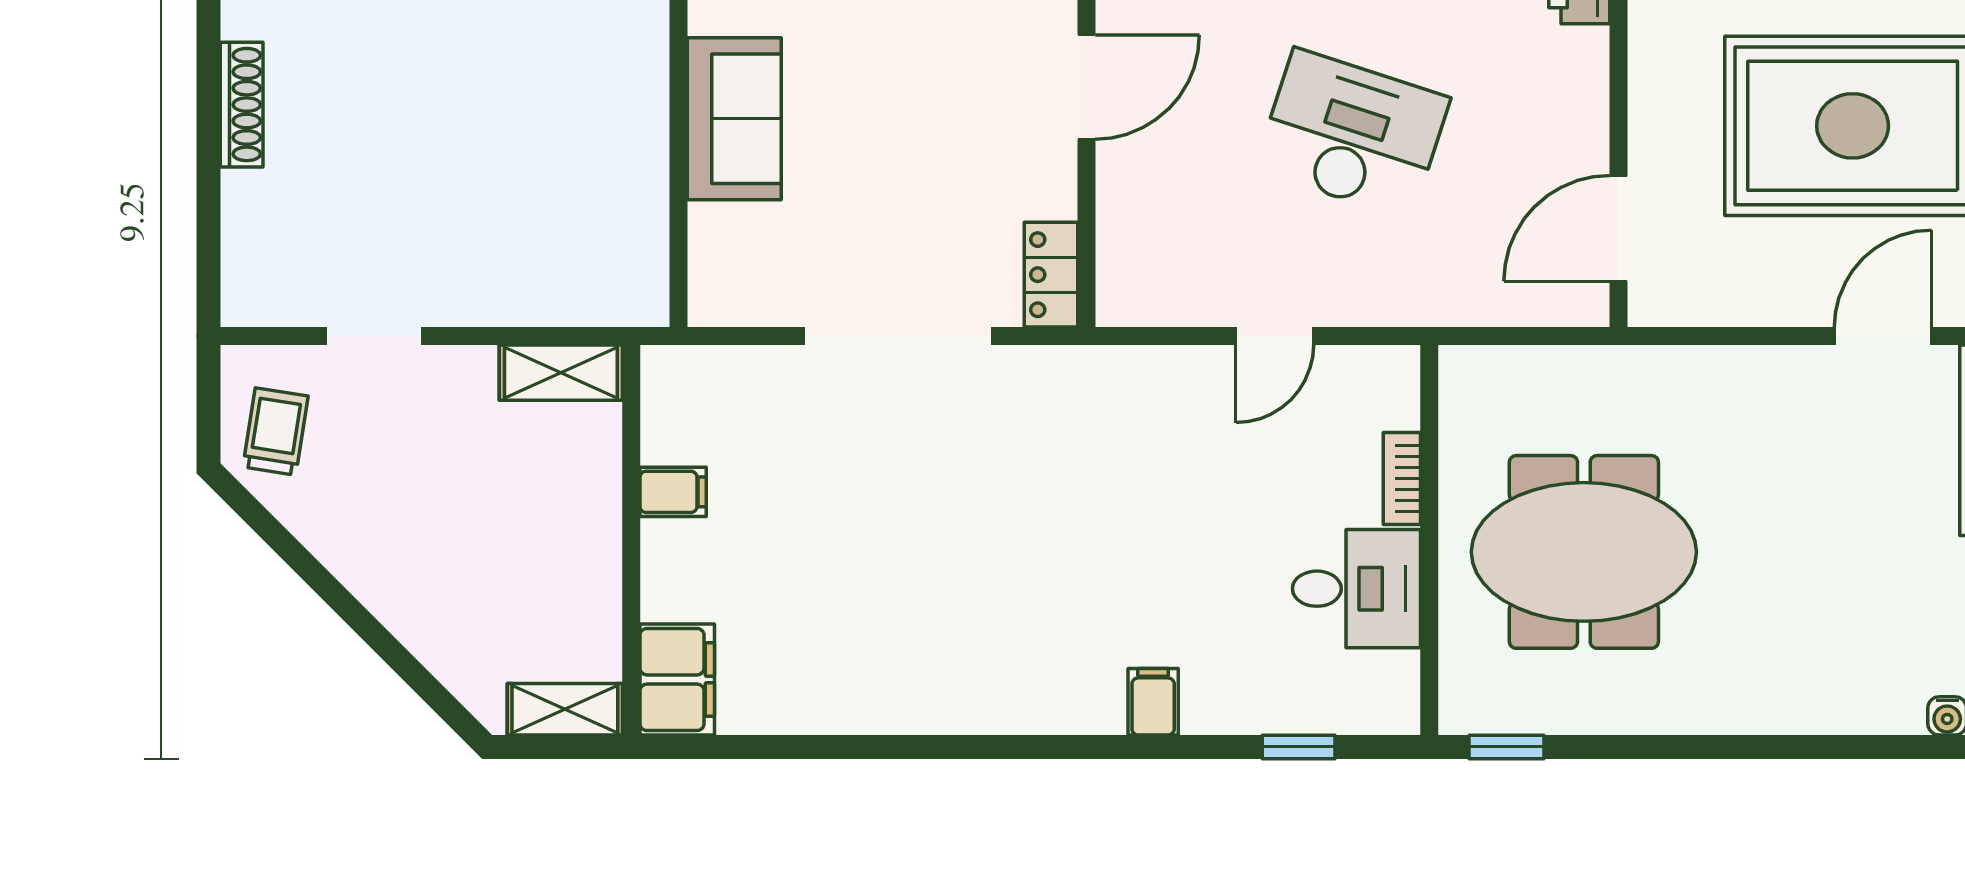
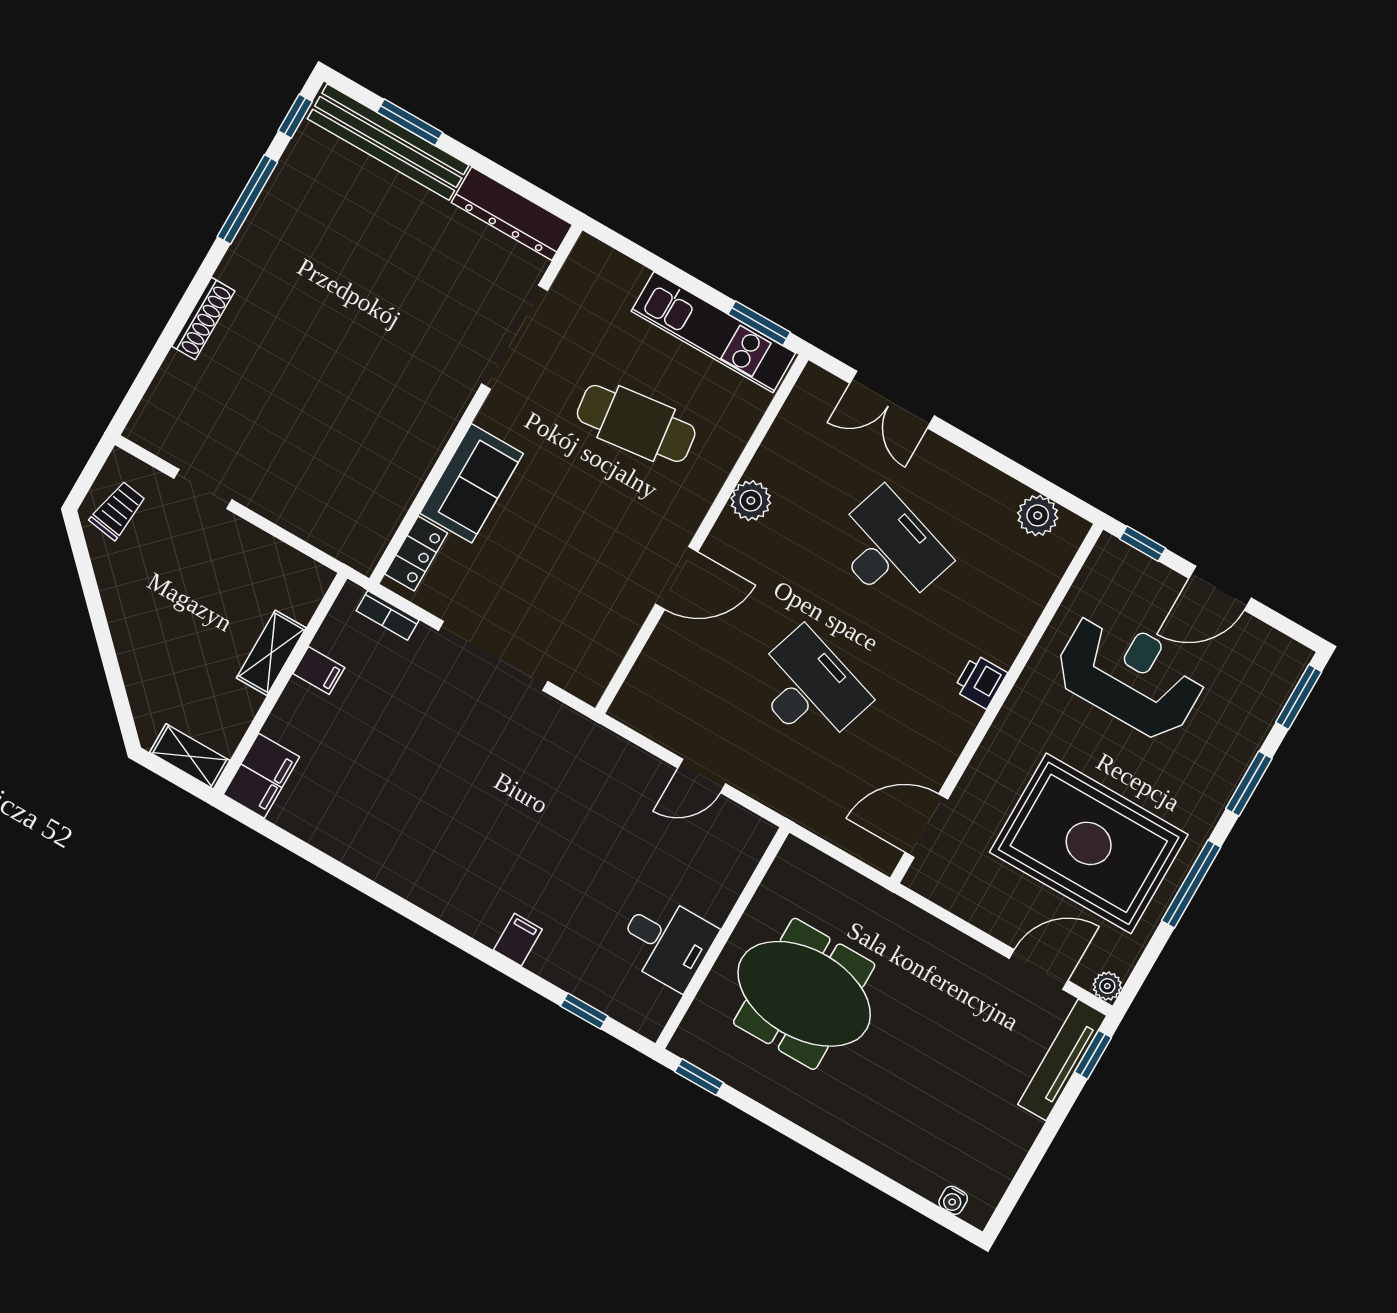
locker: (1051, 275) -> (416, 554), moved, turned 180
shelving: (561, 373) -> (271, 653), moved, turned 90
bookcase: (1402, 479) -> (388, 615), moved, turned -90

